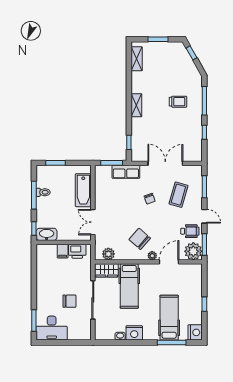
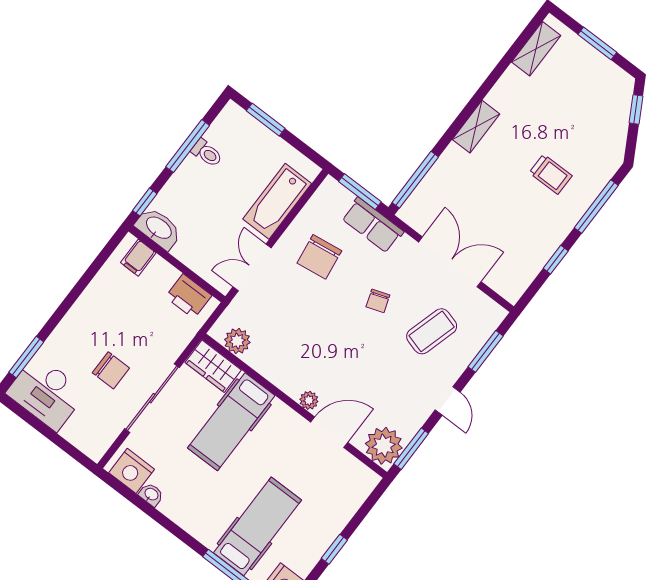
window: (129, 142) -> (415, 180), width x2.17
wheelchair: (190, 231) -> (404, 407), removed
chair: (140, 239) -> (319, 257), moved, turned -139
filing cabinet: (63, 251) -> (138, 258), moved
nightstand: (134, 333) -> (132, 471), moved

